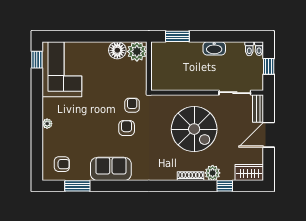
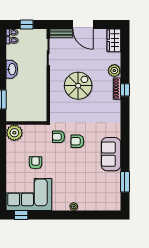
floor lamp: (117, 50) -> (13, 149), removed
spiral stairs: (194, 129) -> (78, 86), width x0.73, depth x0.73
armchair: (62, 164) -> (36, 163), moved
window: (225, 186) -> (125, 90), moved

